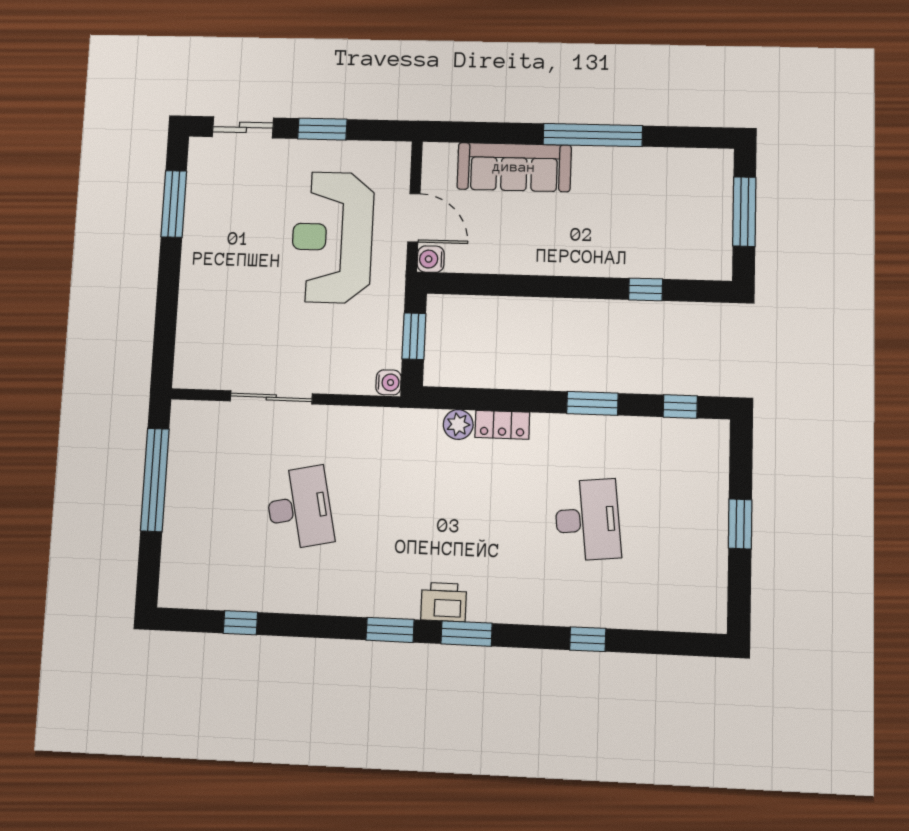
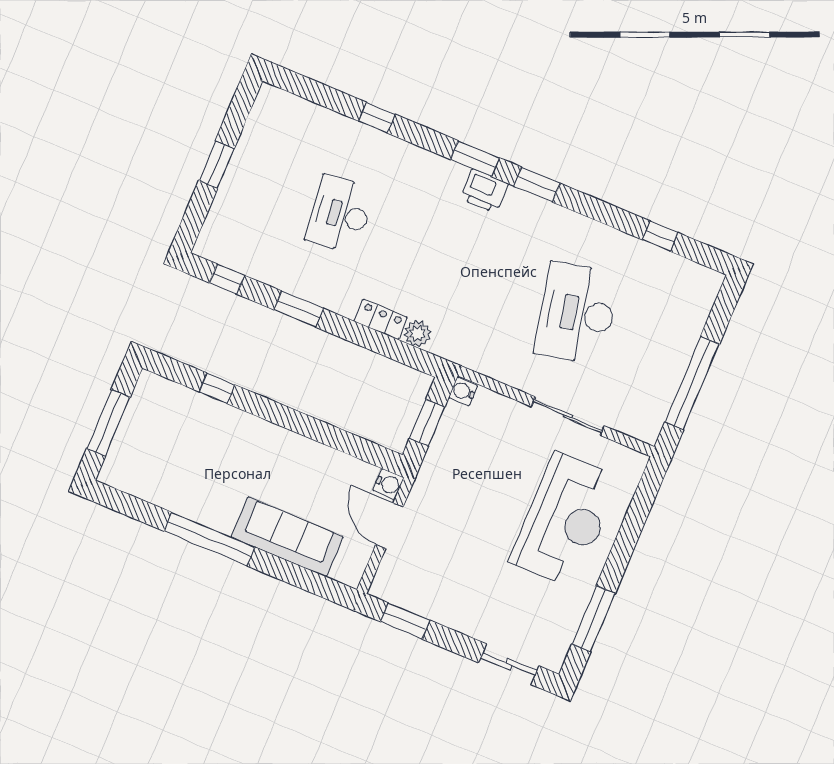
window: (322, 129) -> (405, 621), moved
reception desk: (332, 237) -> (565, 520), moved
desk: (299, 508) -> (577, 313), width x1.36, depth x1.30

